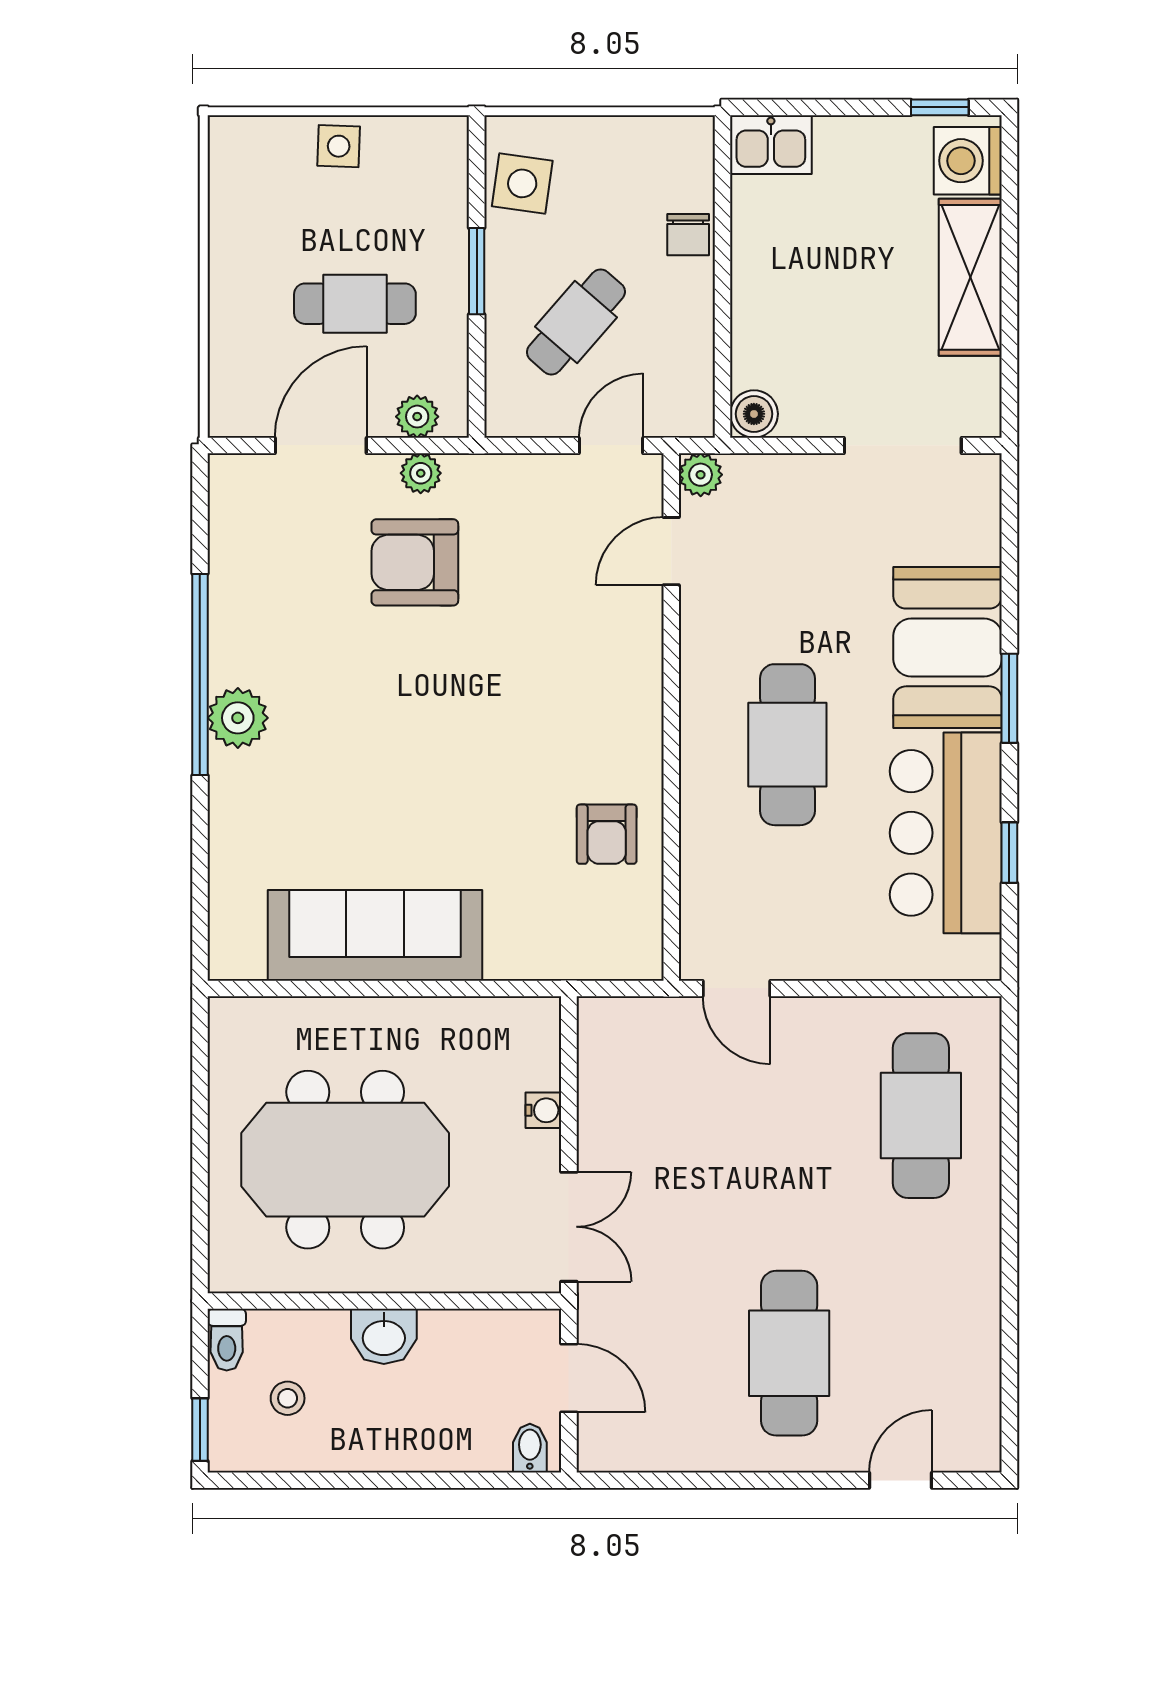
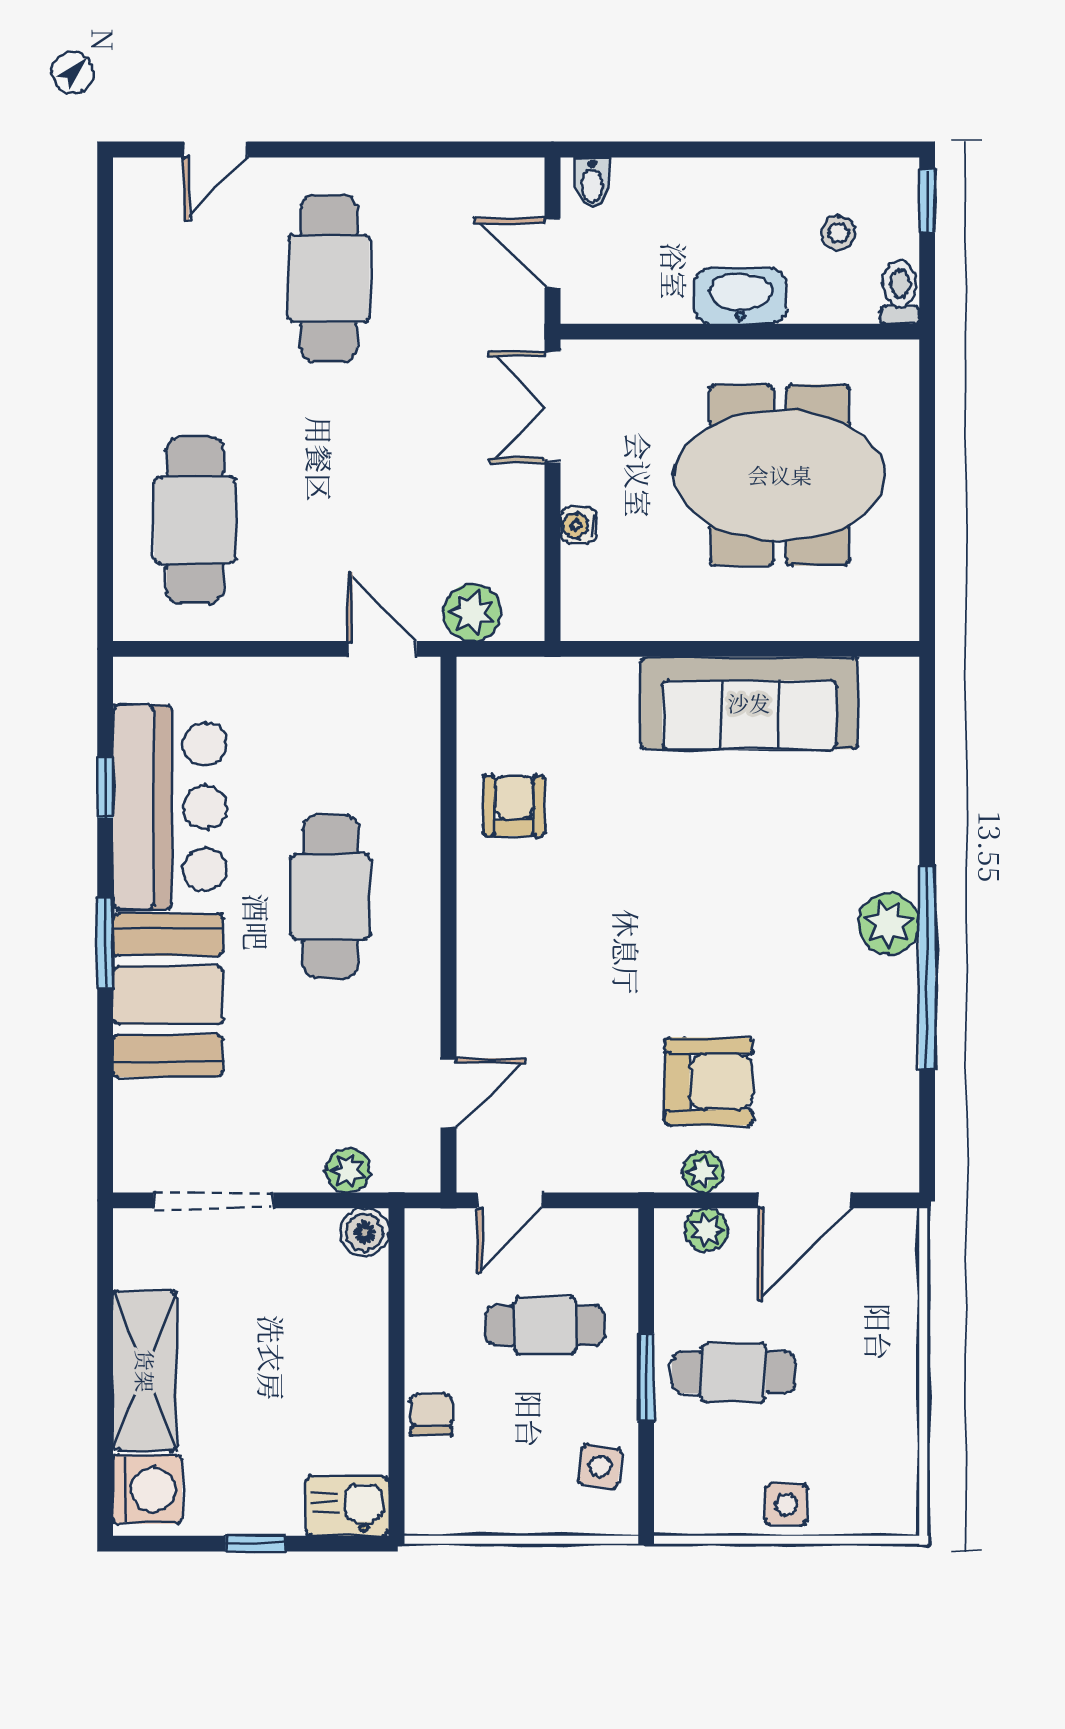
window: (940, 107) -> (255, 1544), moved
side table: (522, 183) -> (600, 1466), width x0.73, depth x0.73
cafe table: (355, 304) -> (734, 1373), moved
cafe table: (576, 322) -> (545, 1326), turned 49
plant: (701, 475) -> (348, 1171), moved
plant: (648, 1024) -> (472, 612), added
washbasin: (384, 1336) -> (740, 296), width x1.38

